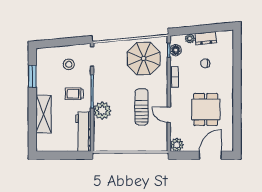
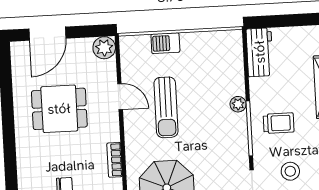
dining table: (206, 109) -> (59, 109), turned 90
plant: (102, 111) -> (238, 104), width x0.53, depth x0.53
workbench: (83, 132) -> (260, 52), width x0.73
barbecue: (140, 146) -> (165, 43), added

